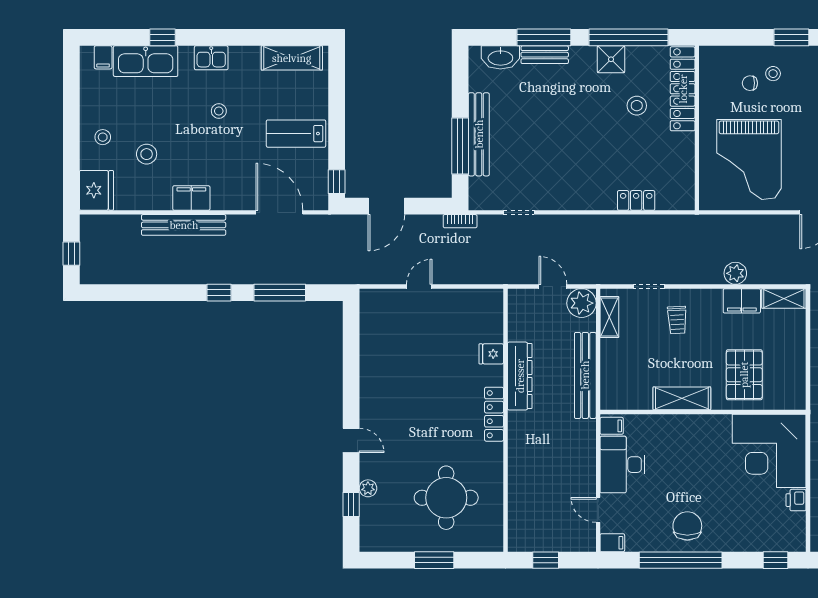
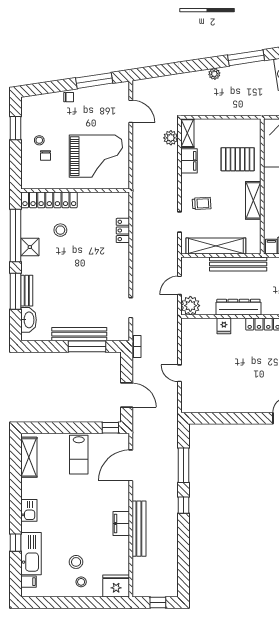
stool: (219, 111) -> (64, 505), removed
stool: (147, 154) -> (76, 562), moved
plant: (735, 273) -> (171, 138), moved
plant: (581, 303) -> (190, 306), moved
shelving: (609, 317) -> (216, 246), width x2.20, depth x1.33

